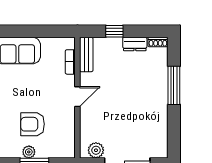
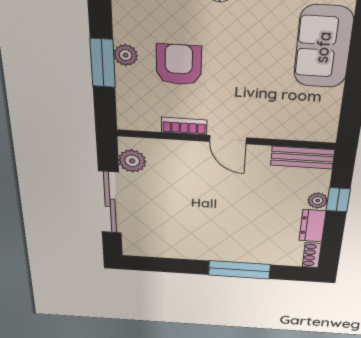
plant: (116, 43) -> (318, 201), added
bookcase: (70, 62) -> (184, 126), moved

